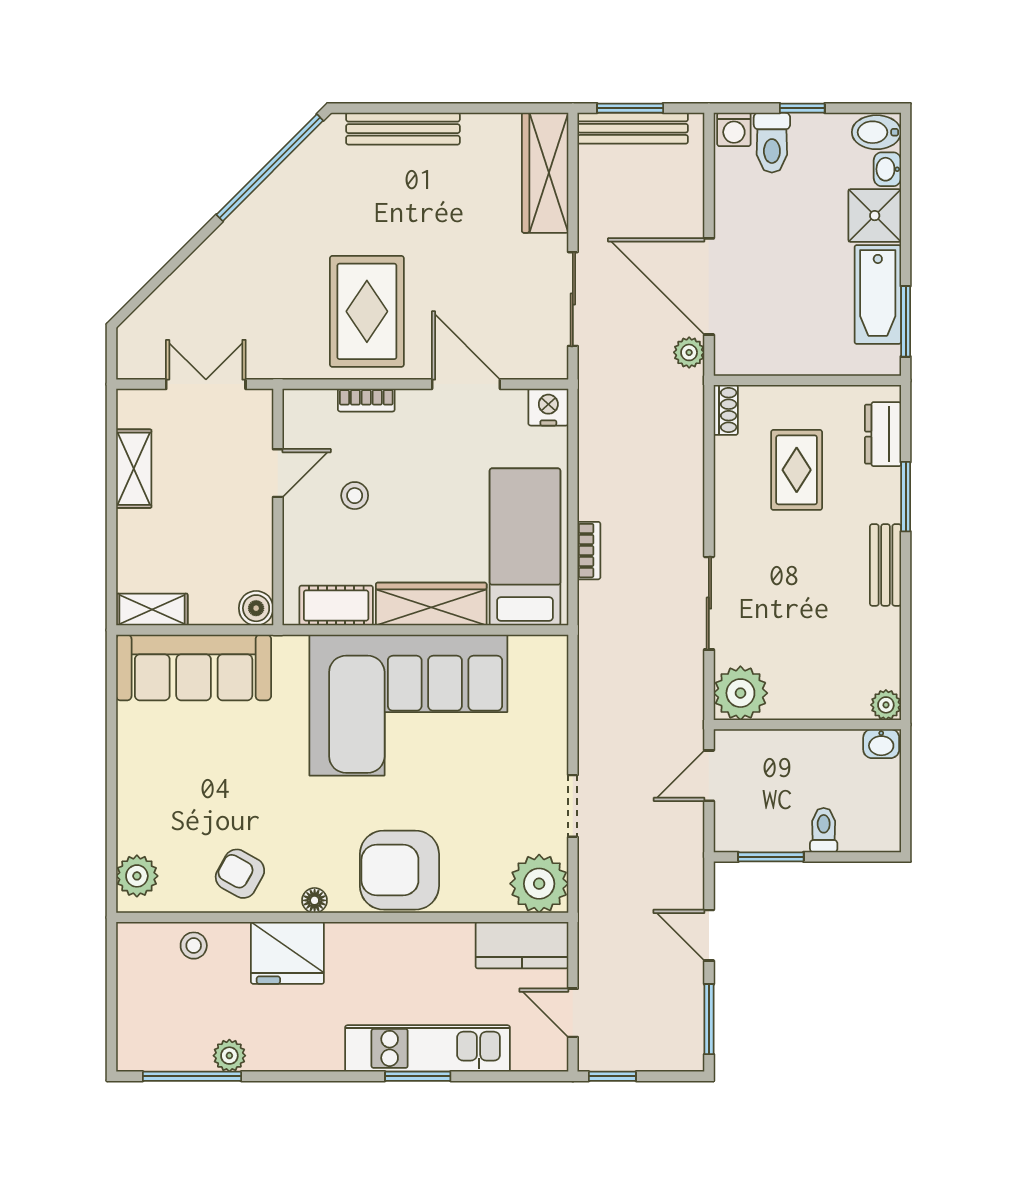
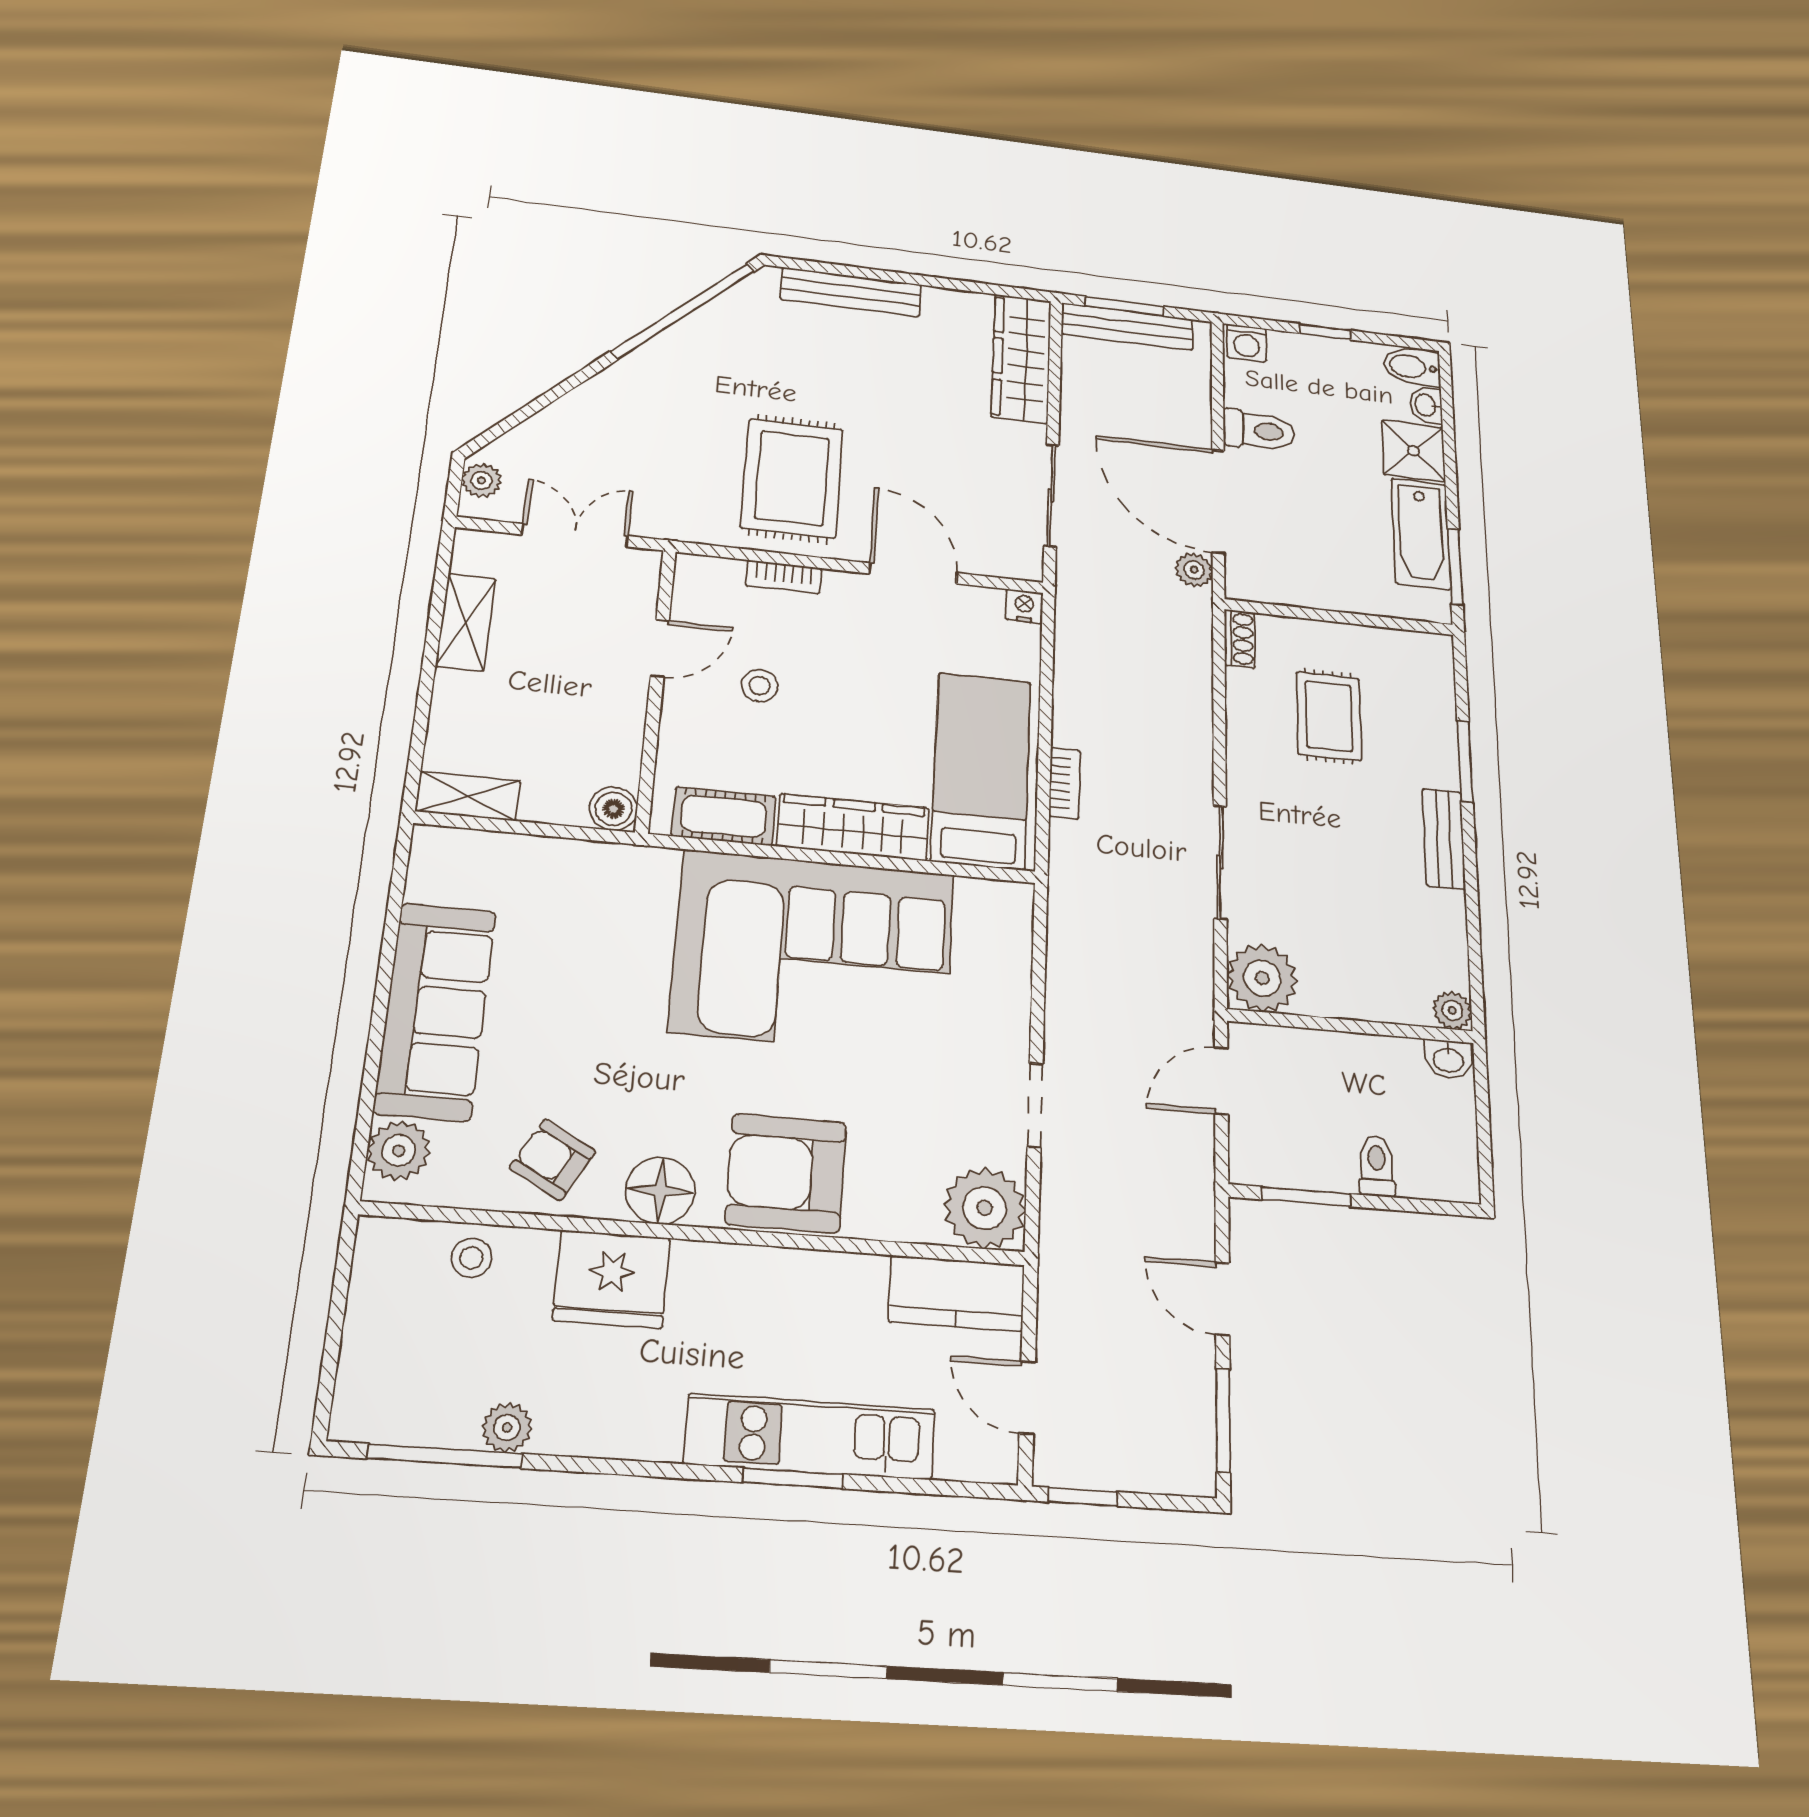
toilet: (772, 143) -> (1259, 431), moved, turned -90
plant: (131, 345) -> (481, 480), added
nightstand: (548, 407) -> (1024, 606), width x0.72, depth x0.74
dresser: (883, 434) -> (1434, 687), removed
sofa: (194, 667) -> (435, 1011), moved, turned -90
floor lamp: (315, 900) -> (660, 1190), width x1.89, depth x1.89

